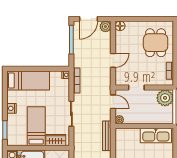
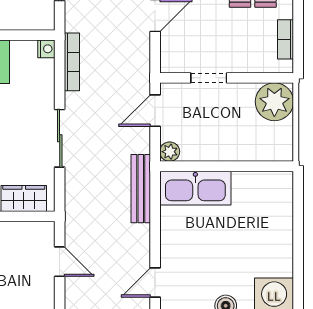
door: (113, 102) -> (155, 111), swing flipped
kitchen sink: (156, 136) -> (195, 188), moved

